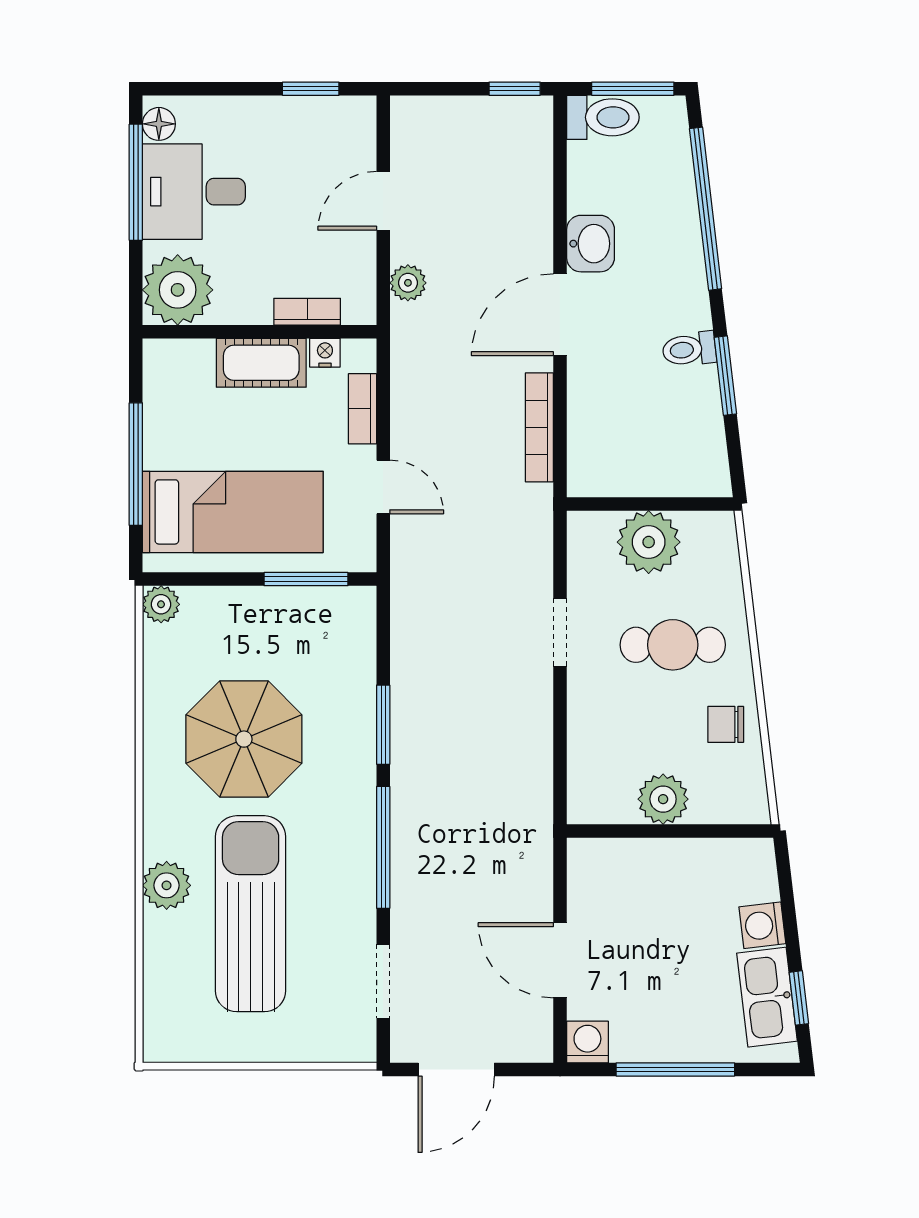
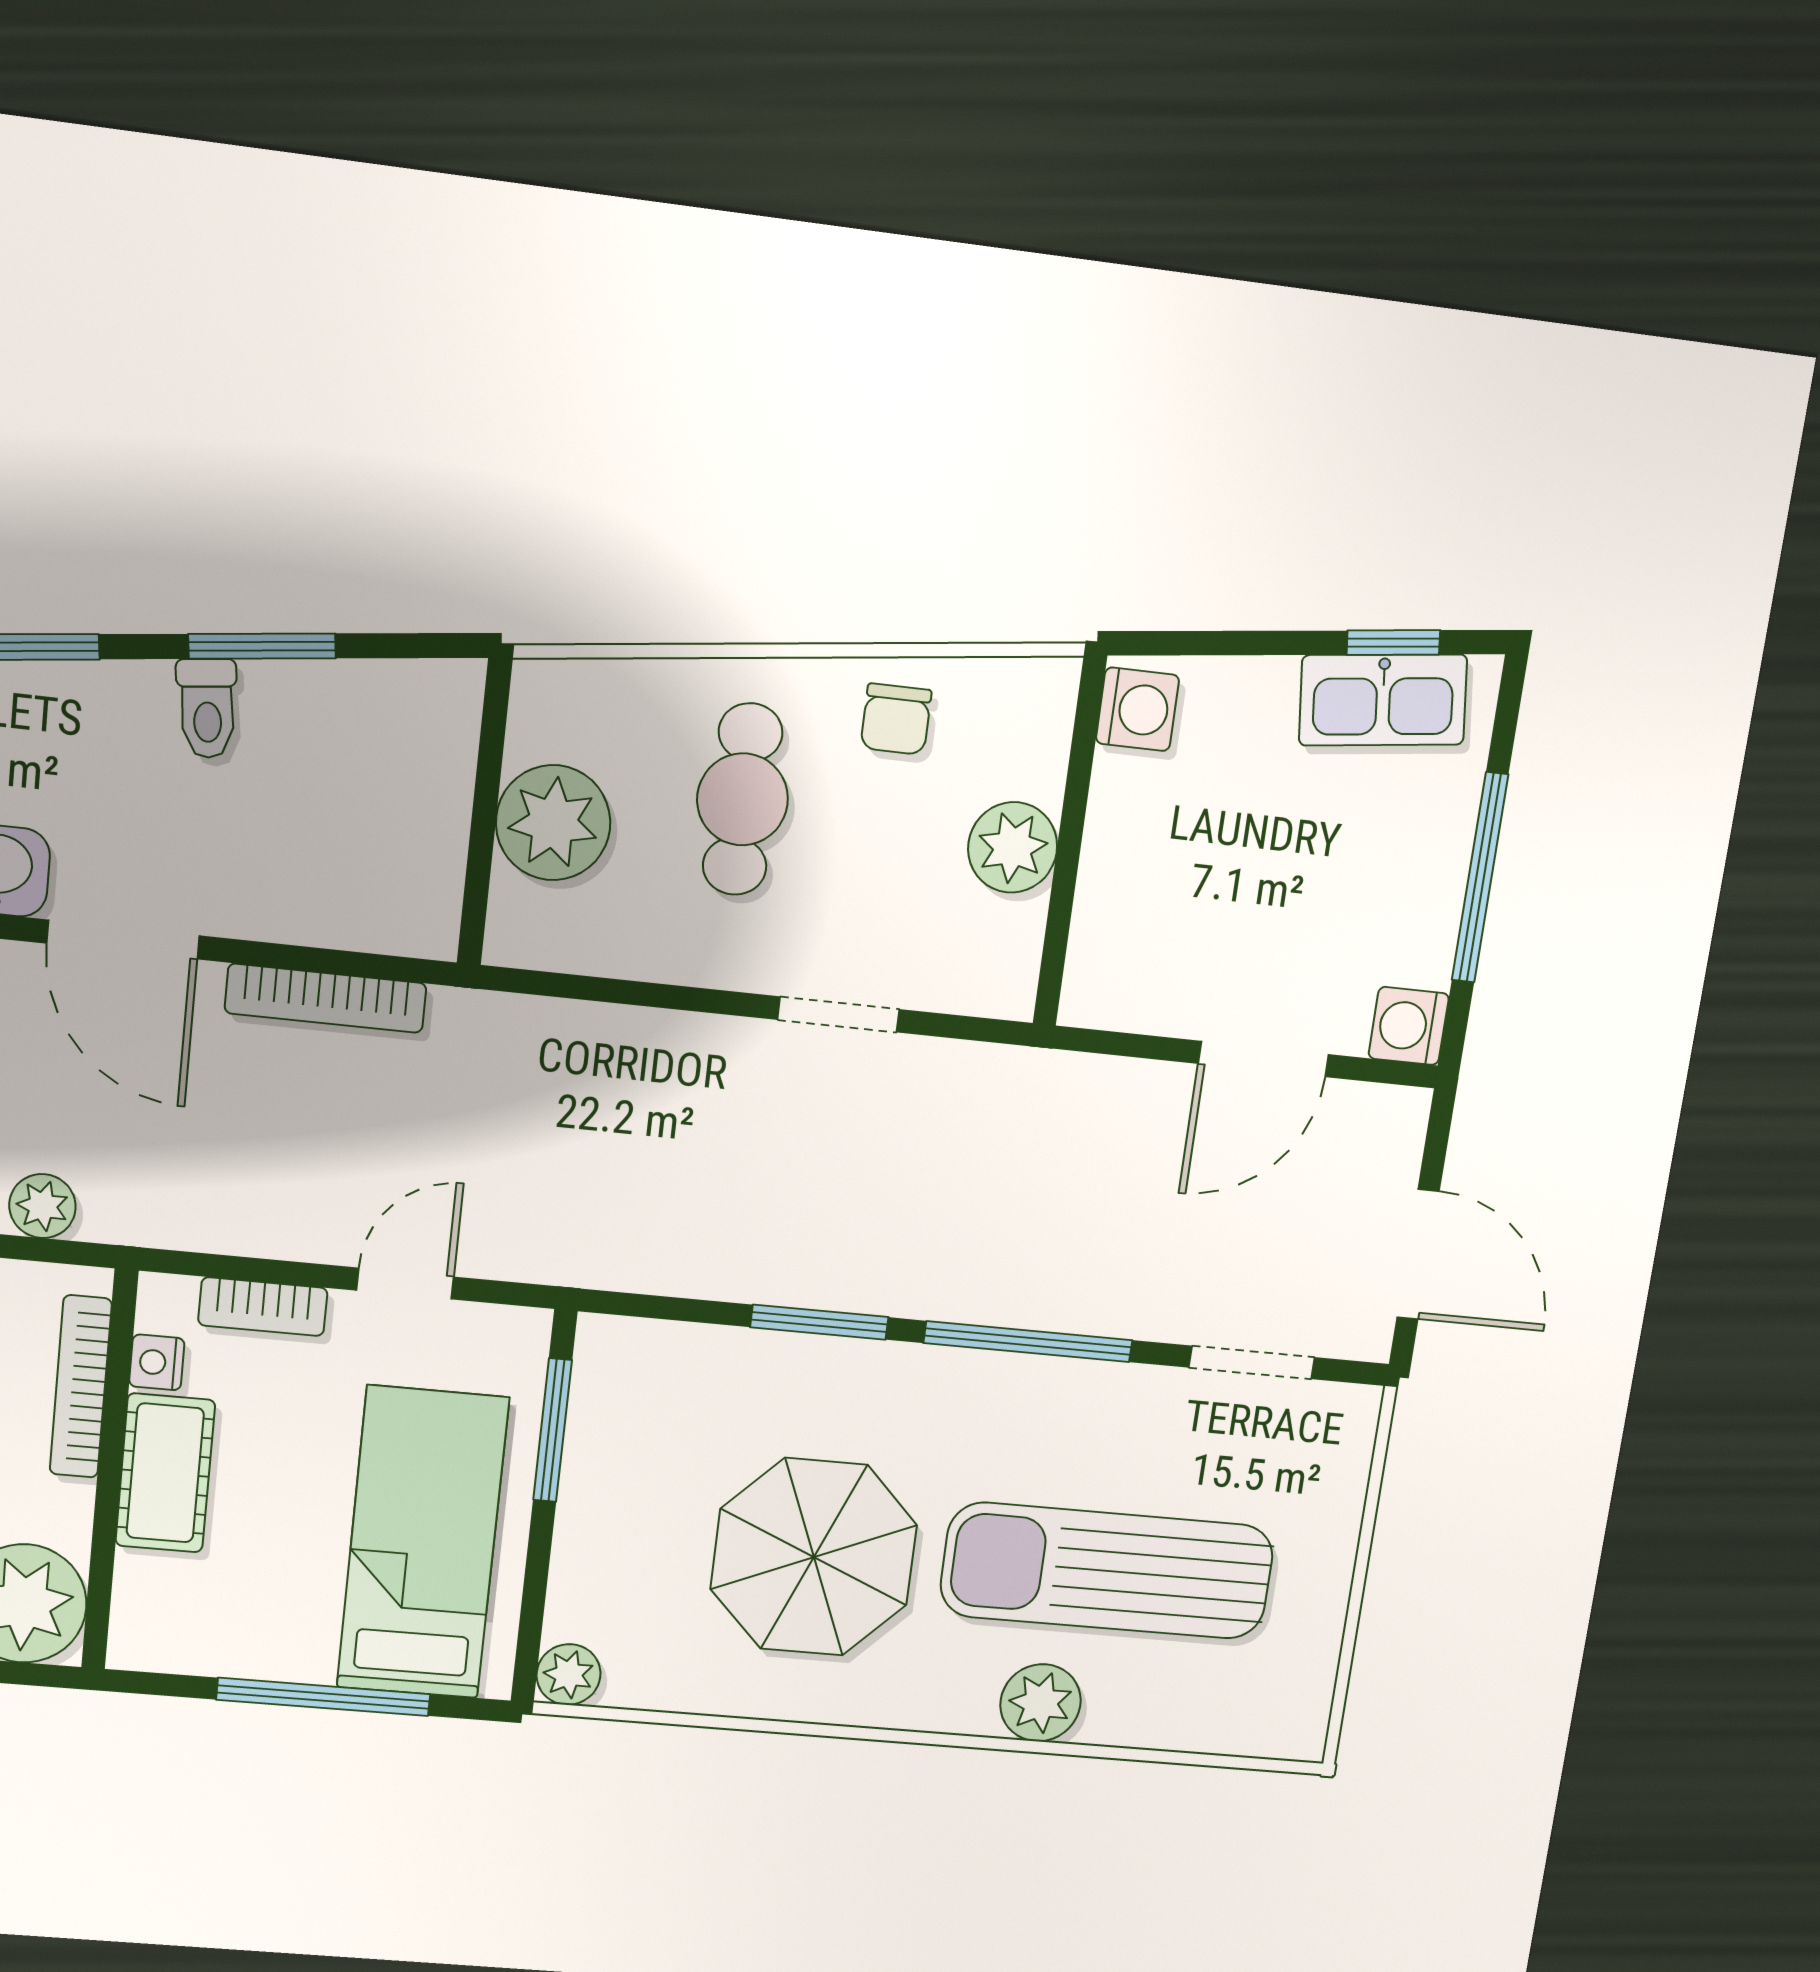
bookcase: (307, 312) -> (81, 1387), width x1.56
doorway: (560, 632) -> (839, 1014), moved
washing machine: (762, 925) -> (1137, 709), moved, turned -83

